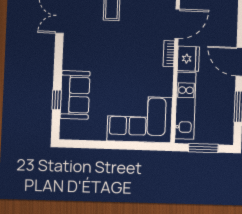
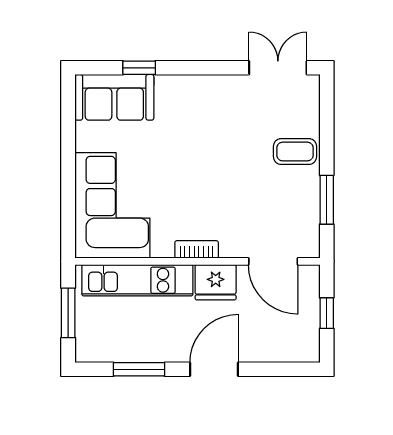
bookcase: (169, 54) -> (197, 249), moved
sofa: (75, 95) -> (114, 97), moved

